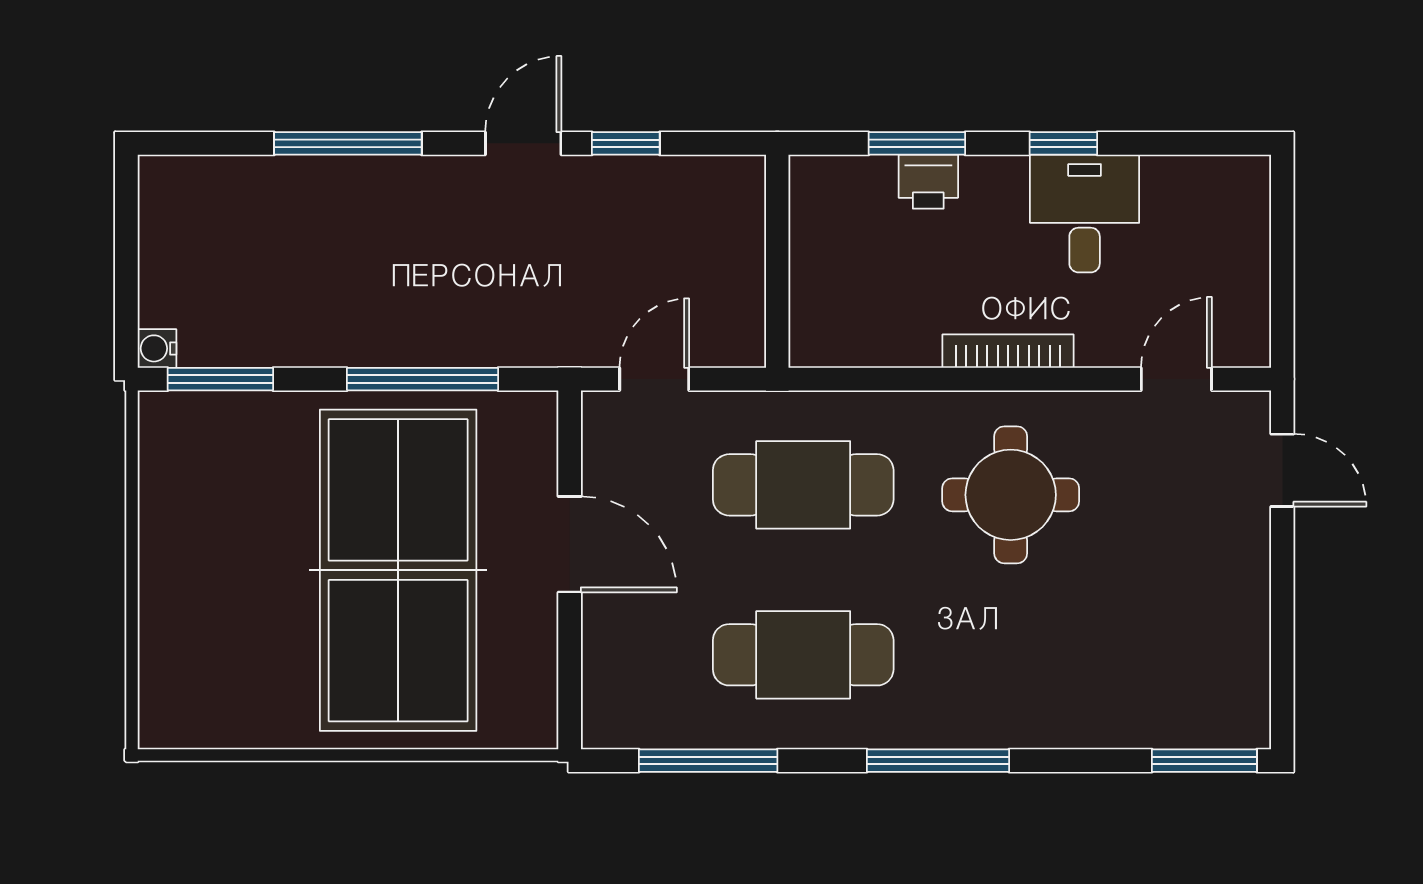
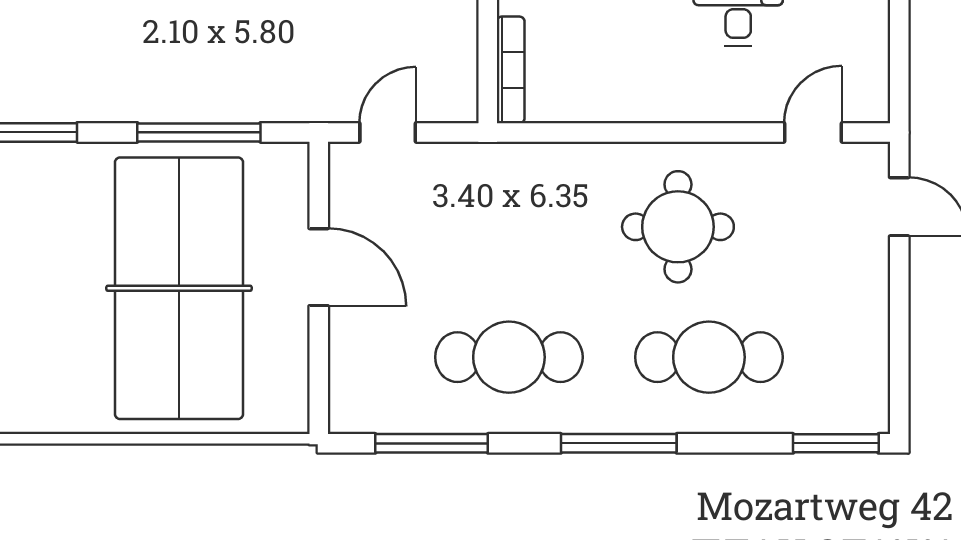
bookcase: (1008, 351) -> (511, 70), moved, turned 90
cafe table: (803, 485) -> (709, 357), moved

